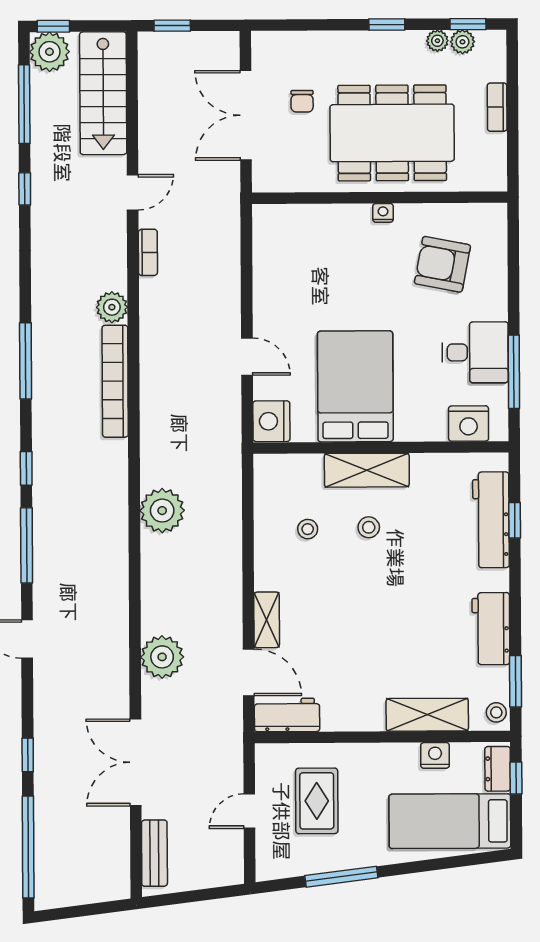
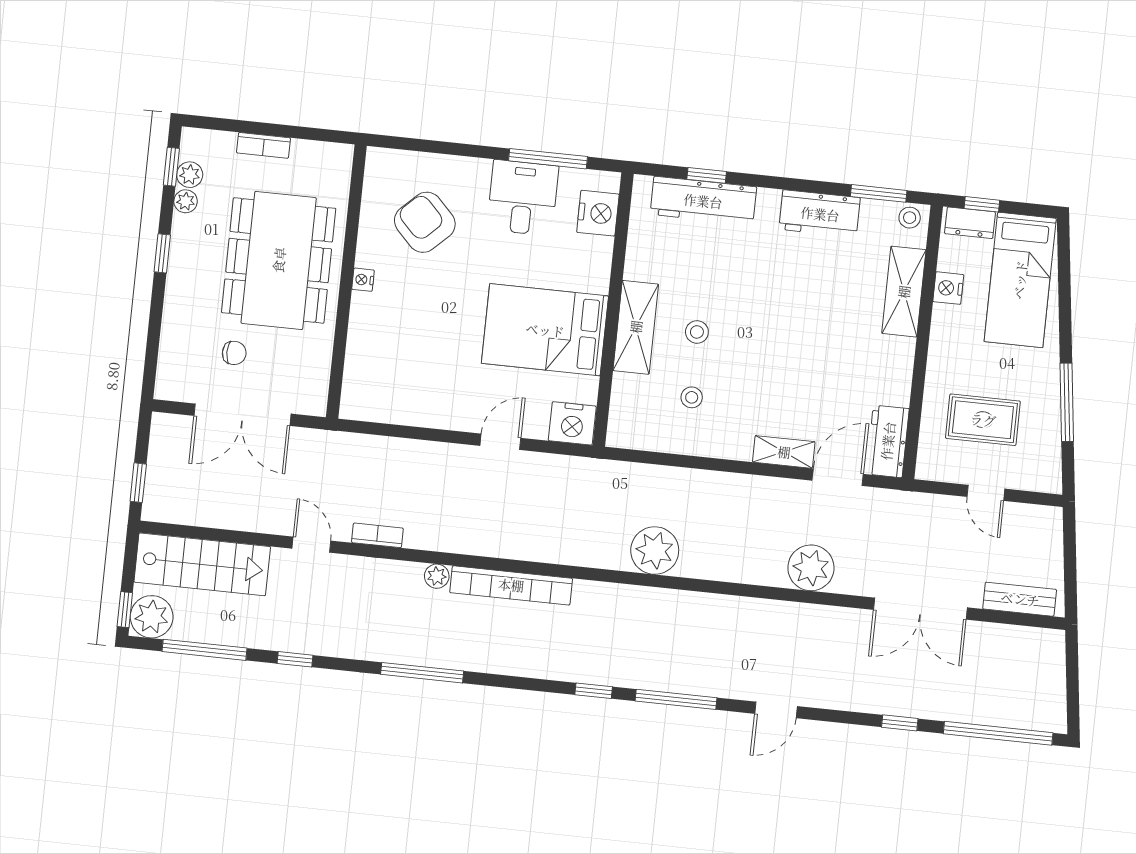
armchair: (442, 264) -> (425, 222), turned 125
plant: (112, 307) -> (437, 576), width x0.73, depth x0.73
window: (26, 361) -> (422, 673), moved

